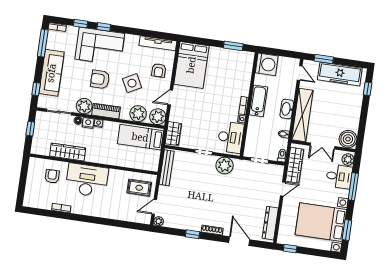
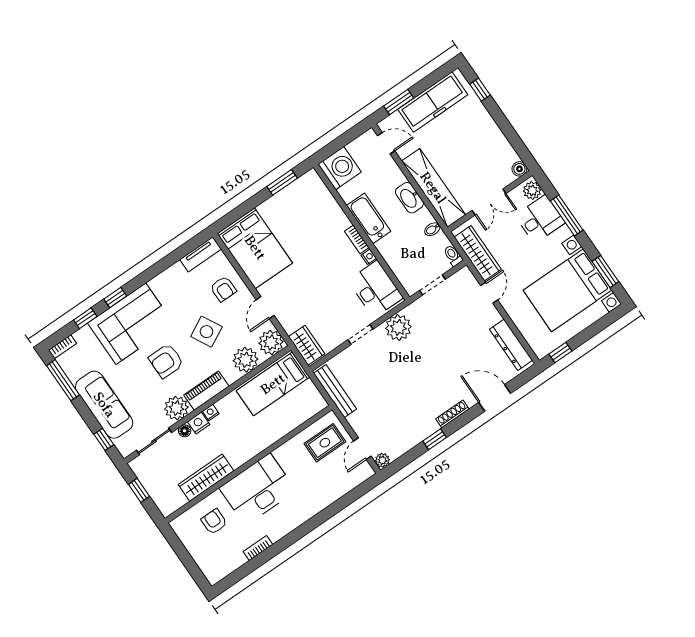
tv unit: (158, 43) -> (201, 254), width x0.71
boiler: (348, 139) -> (519, 169), width x0.54, depth x0.54

